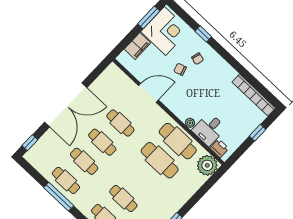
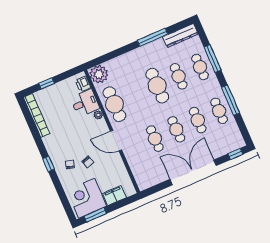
window: (203, 34) -> (49, 164), moved
door: (148, 93) -> (116, 140), moved
cafe table: (160, 160) -> (157, 86), moved

